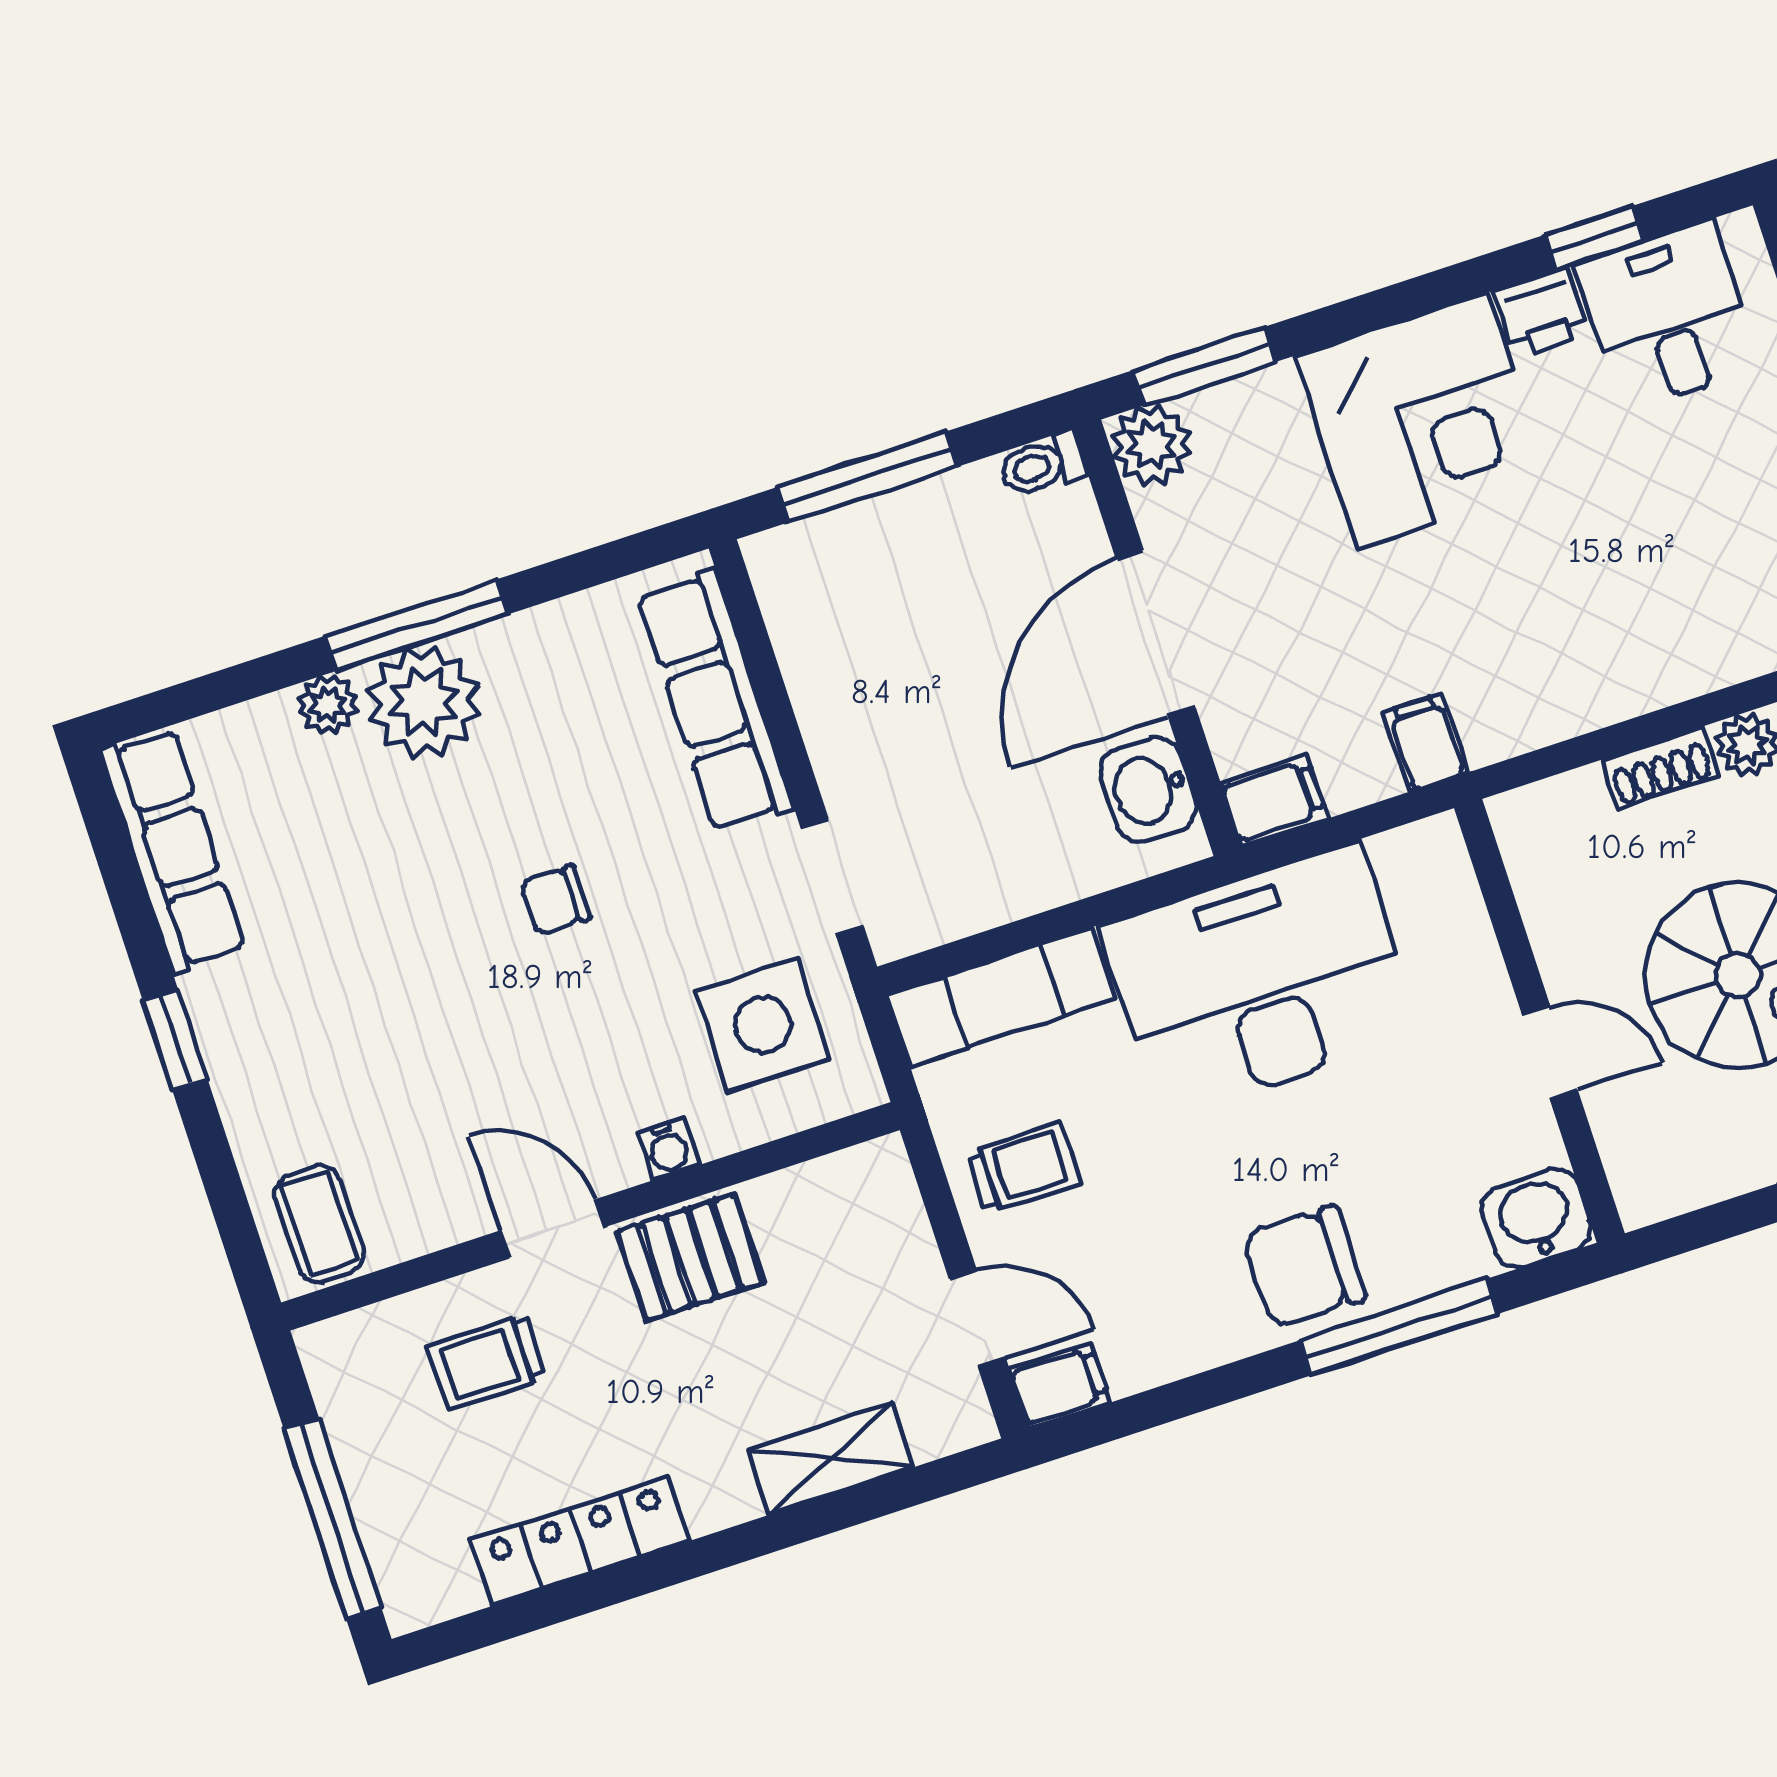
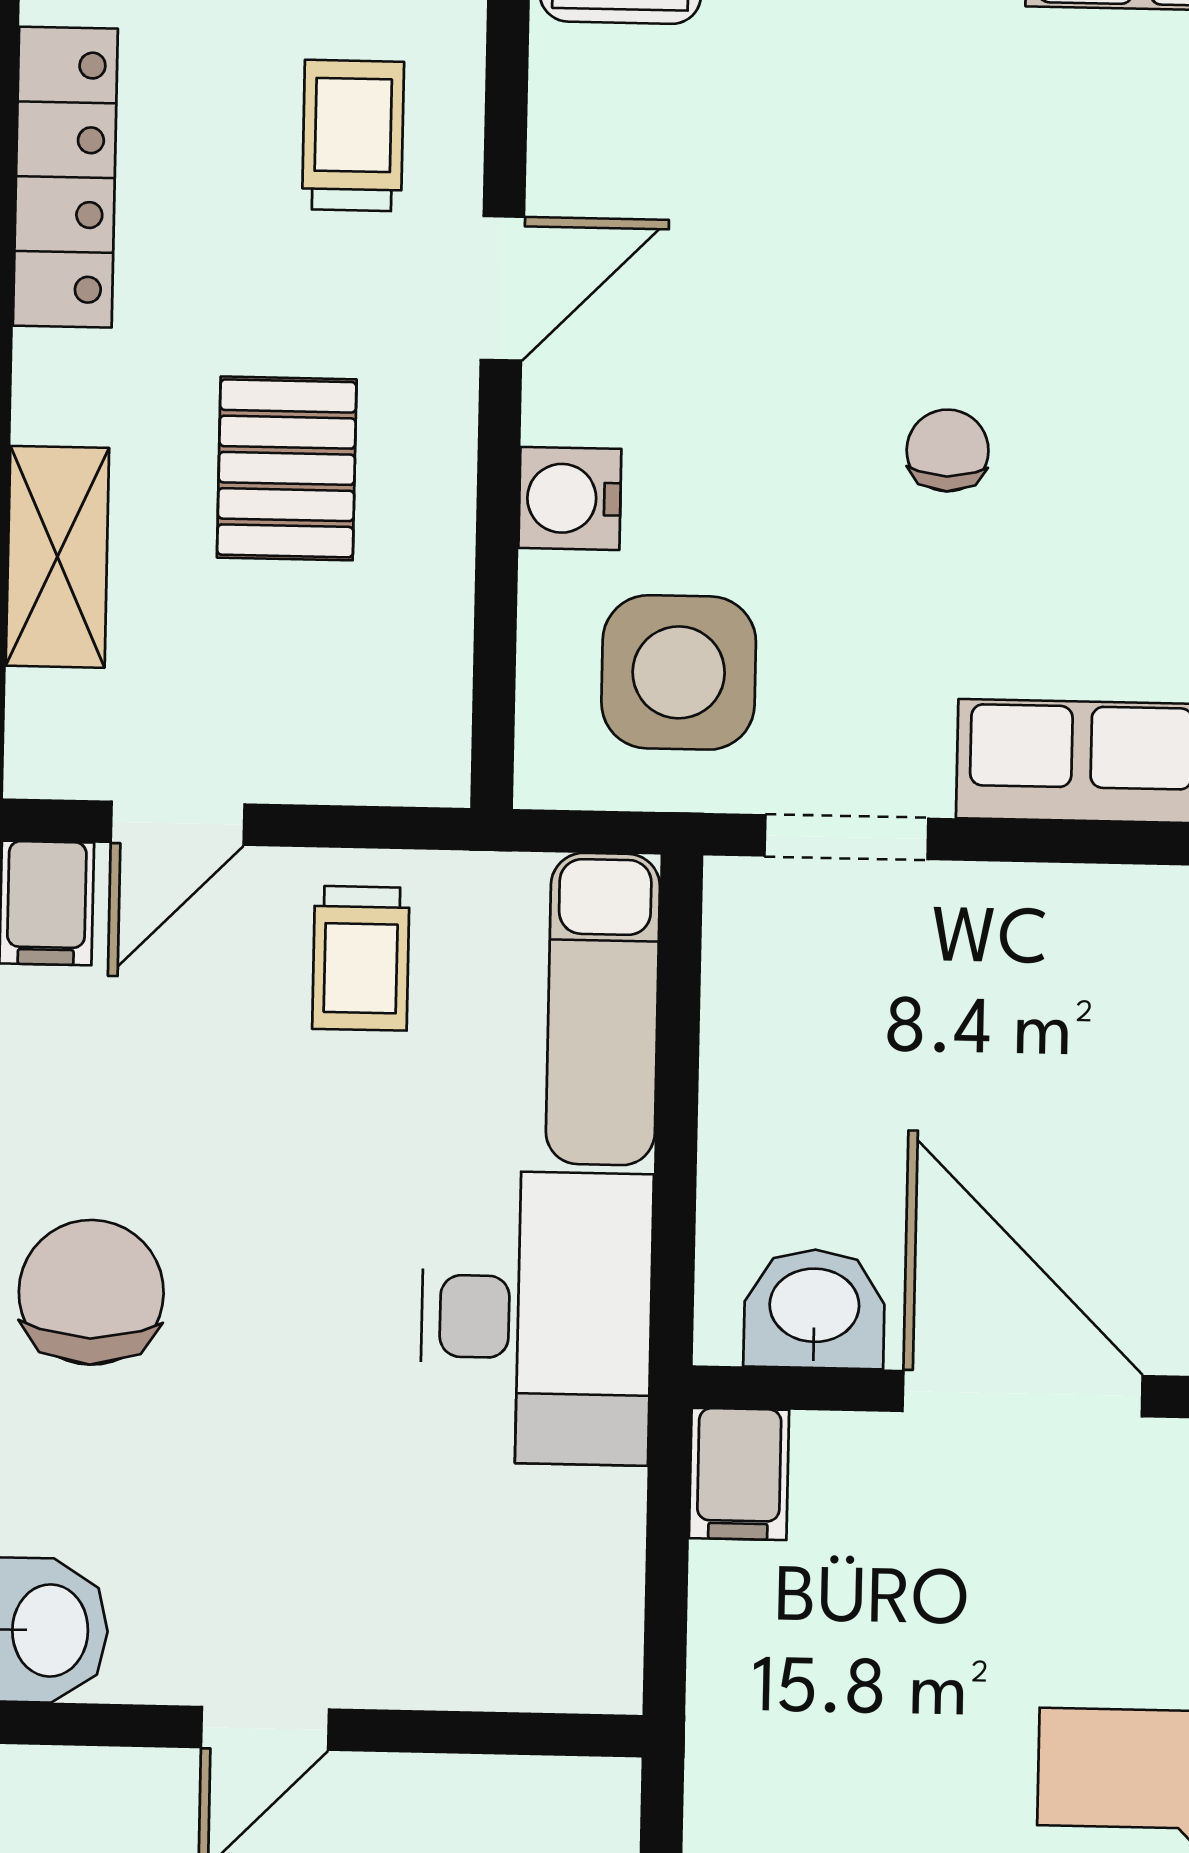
filing cabinet: (1426, 742) -> (746, 1708), removed
desk: (1261, 980) -> (536, 1318), width x0.73, depth x0.77
water cooler: (668, 1149) -> (570, 498), width x1.38, depth x1.38
pallet: (690, 1257) -> (287, 468), moved

